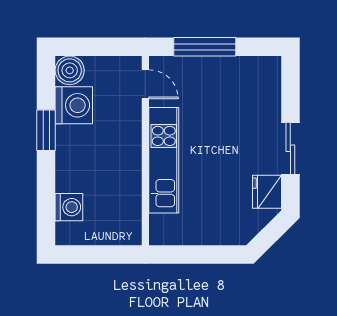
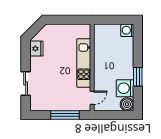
door: (145, 84) -> (92, 98), swing flipped
sliding door: (290, 148) -> (26, 84), moved
washing machine: (69, 207) -> (127, 30), moved

